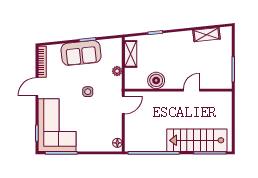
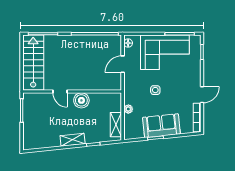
shelving: (206, 35) -> (73, 140), moved
boiler: (156, 80) -> (81, 100), moved
door: (191, 90) -> (60, 92), hinge flipped
door: (123, 105) -> (123, 64), moved
corner sofa: (57, 125) -> (165, 52), moved, turned -90
stairs: (197, 140) -> (33, 63), moved, turned -90

